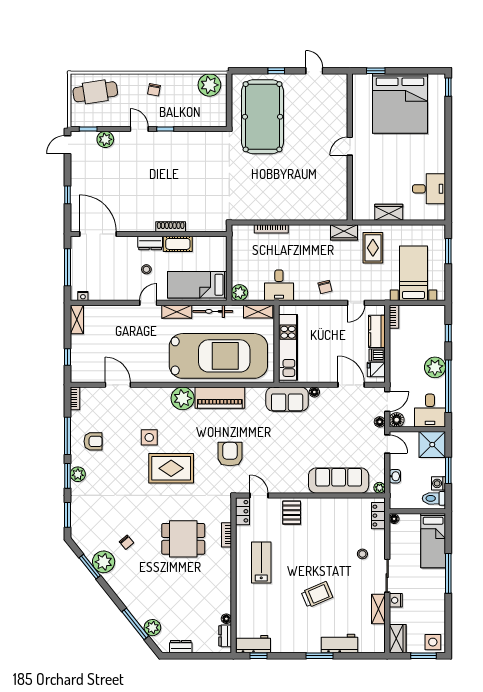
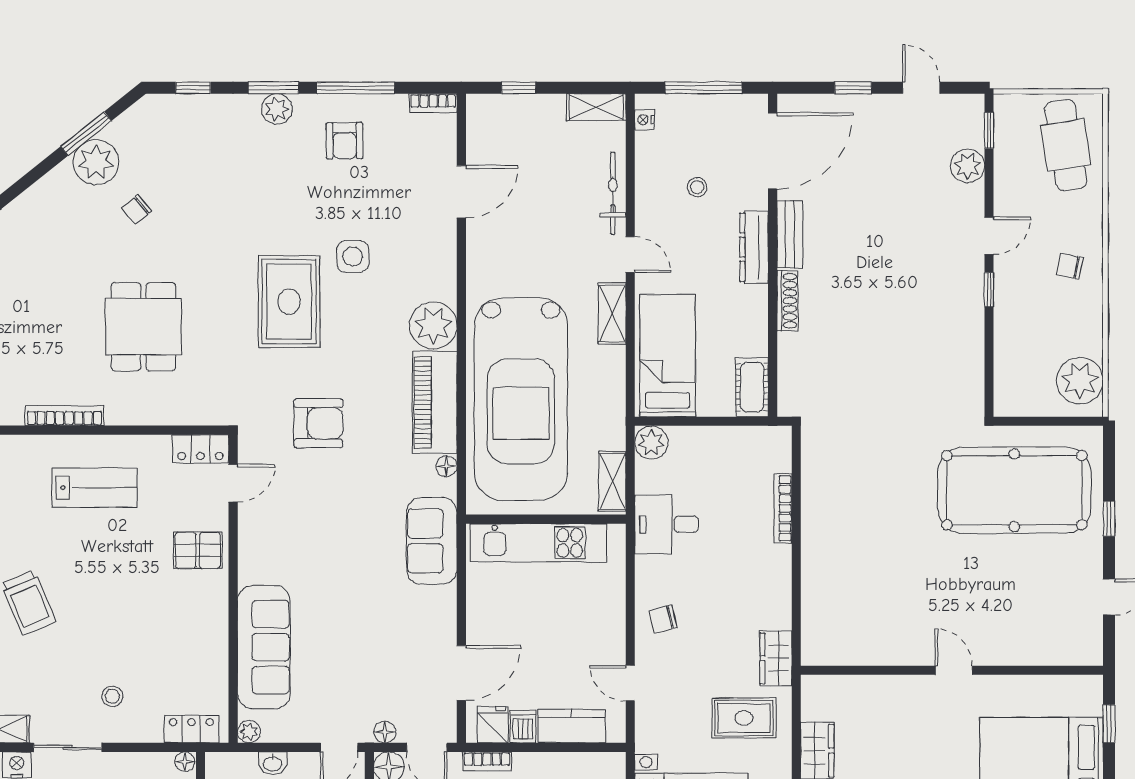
door: (67, 145) -> (921, 88), moved
bench: (138, 226) -> (790, 234), added
dresser: (150, 243) -> (754, 247), width x1.44
cot: (178, 244) -> (752, 387), moved
stool: (146, 269) -> (697, 187), moved
bicycle: (213, 311) -> (613, 193), moved
bookcase: (394, 317) -> (487, 761), moved
floor lamp: (314, 392) -> (446, 466), moved
window: (67, 515) -> (193, 88), width x0.67
bookcase: (226, 535) -> (64, 416), moved, width x1.56

